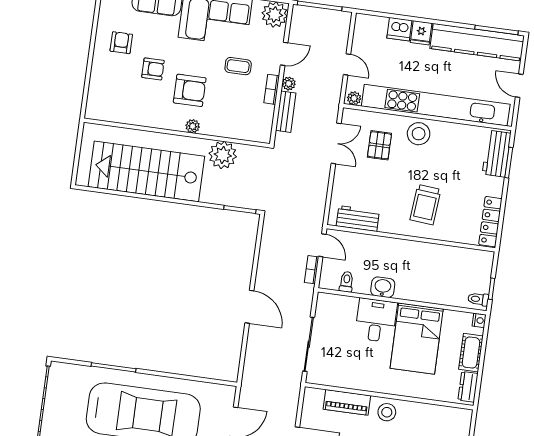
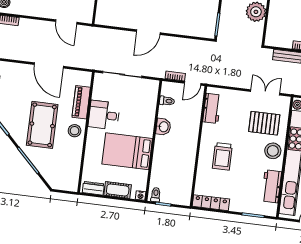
double door: (336, 143) -> (265, 92), swing flipped
pallet: (379, 145) -> (264, 123), width x1.50, depth x1.42
workbench: (497, 154) -> (271, 186), moved, turned -90
trolley: (425, 205) -> (222, 156), turned -95
desk: (376, 320) -> (104, 115), moved, turned 180

